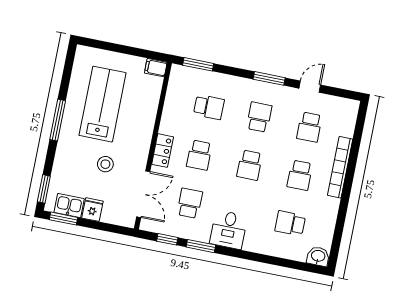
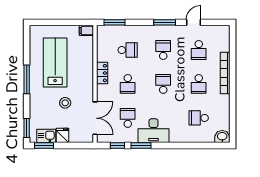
locker: (163, 151) -> (102, 73), moved
school desk: (250, 165) -> (163, 84), turned 180
desk: (229, 230) -> (153, 131), width x1.37

